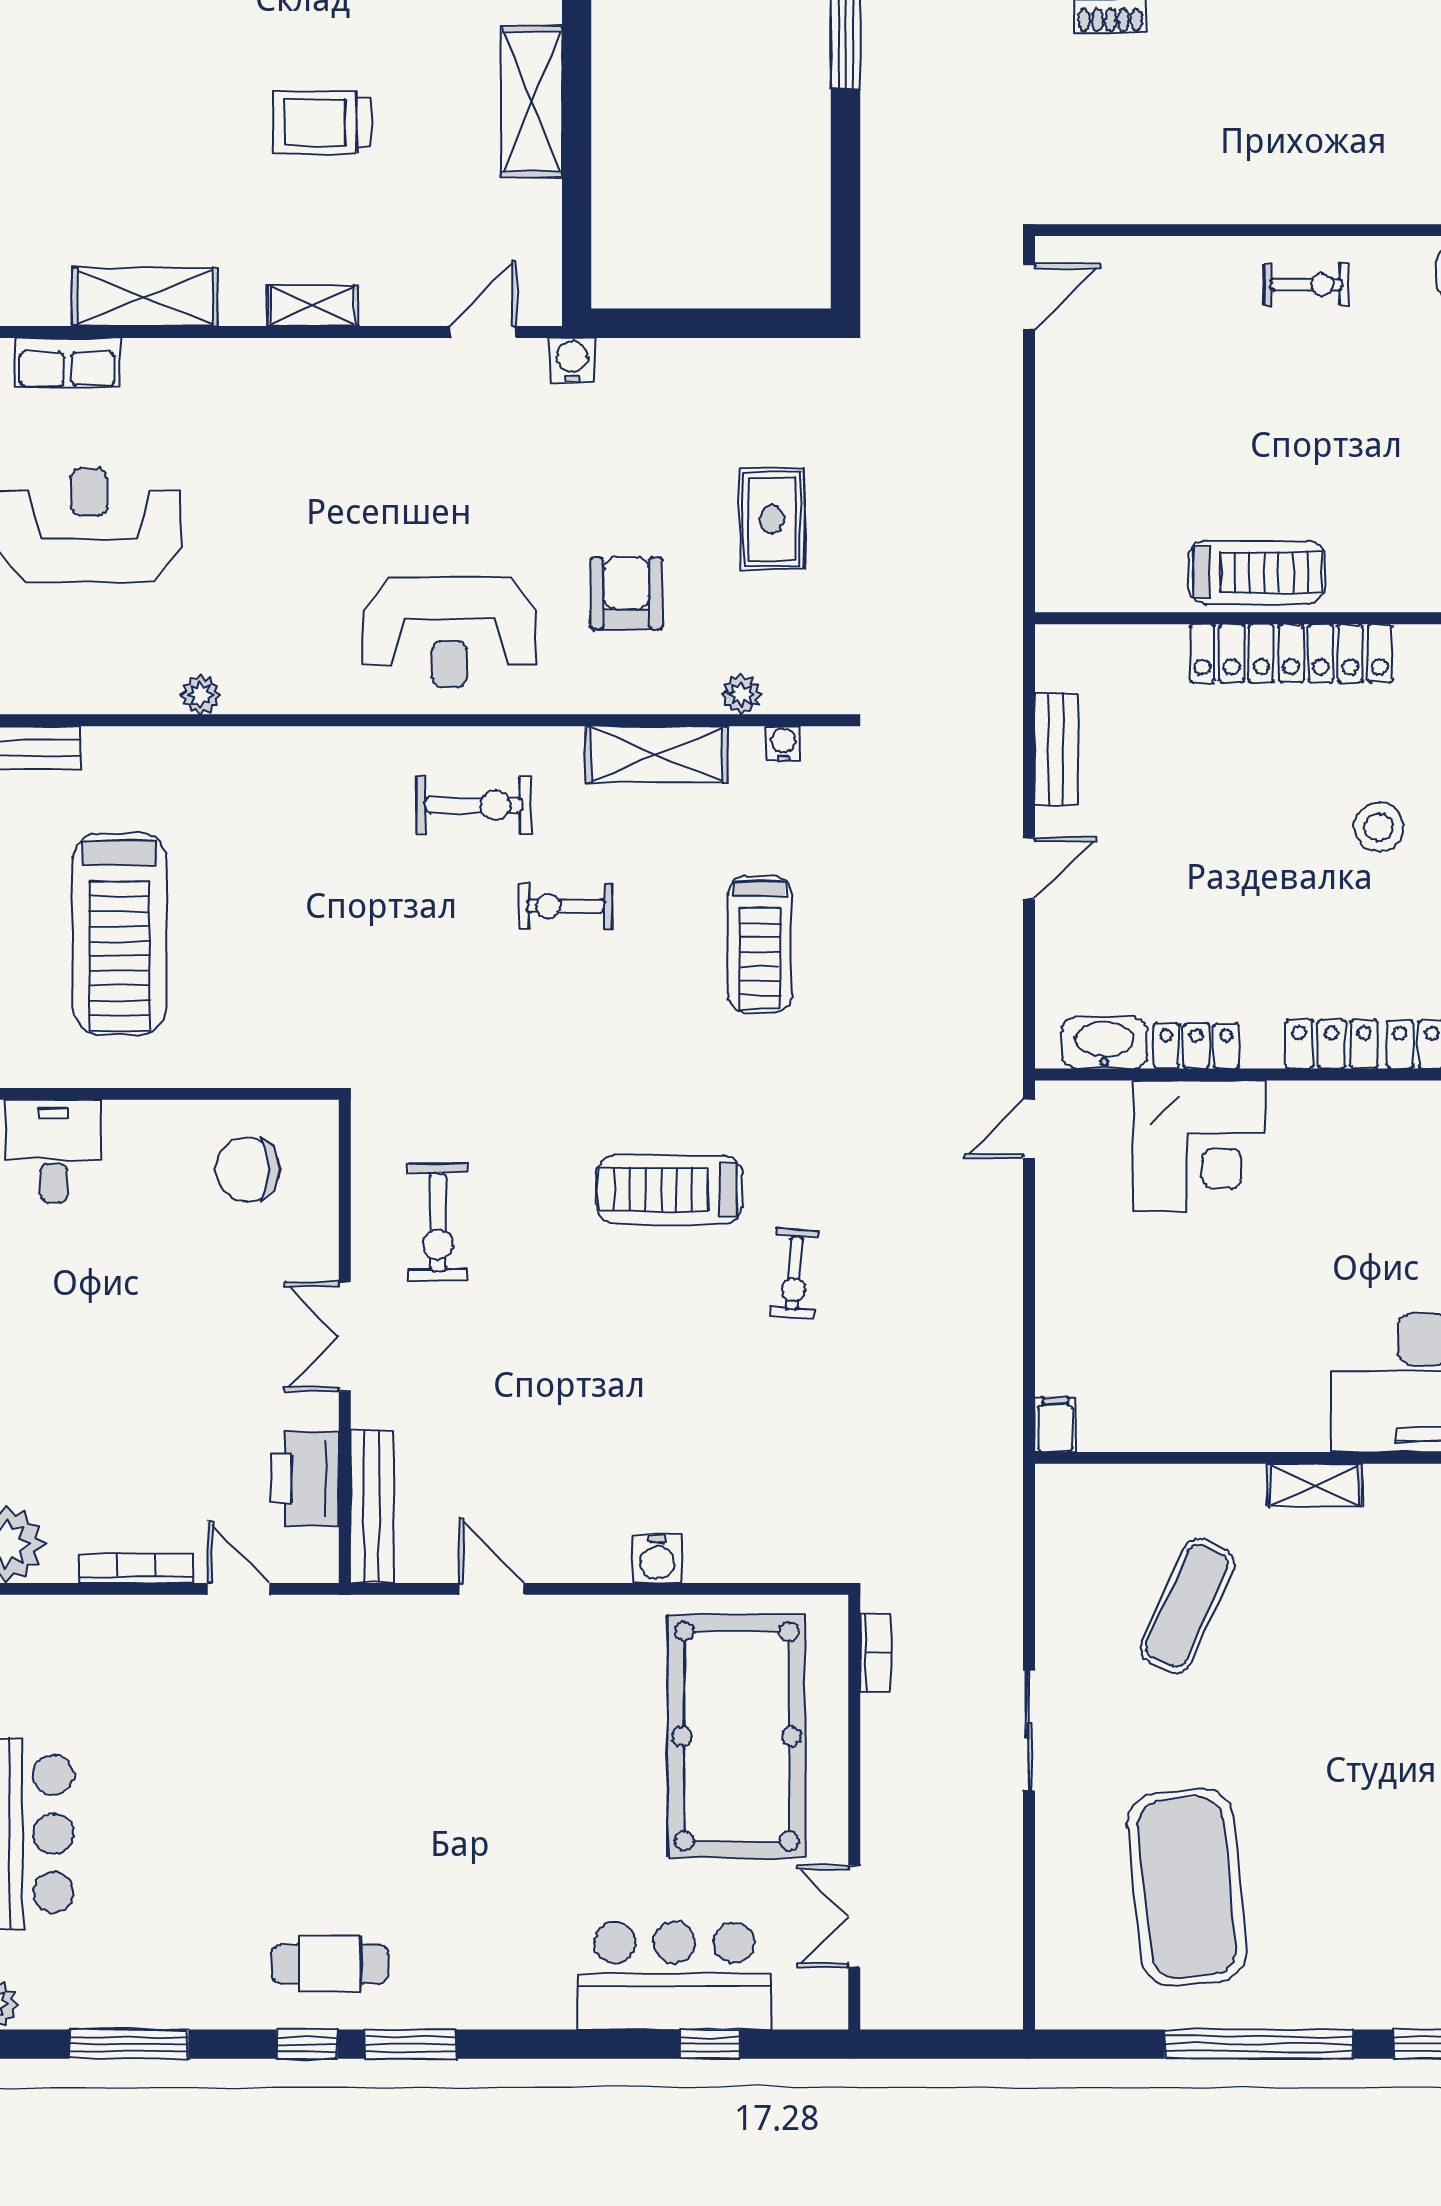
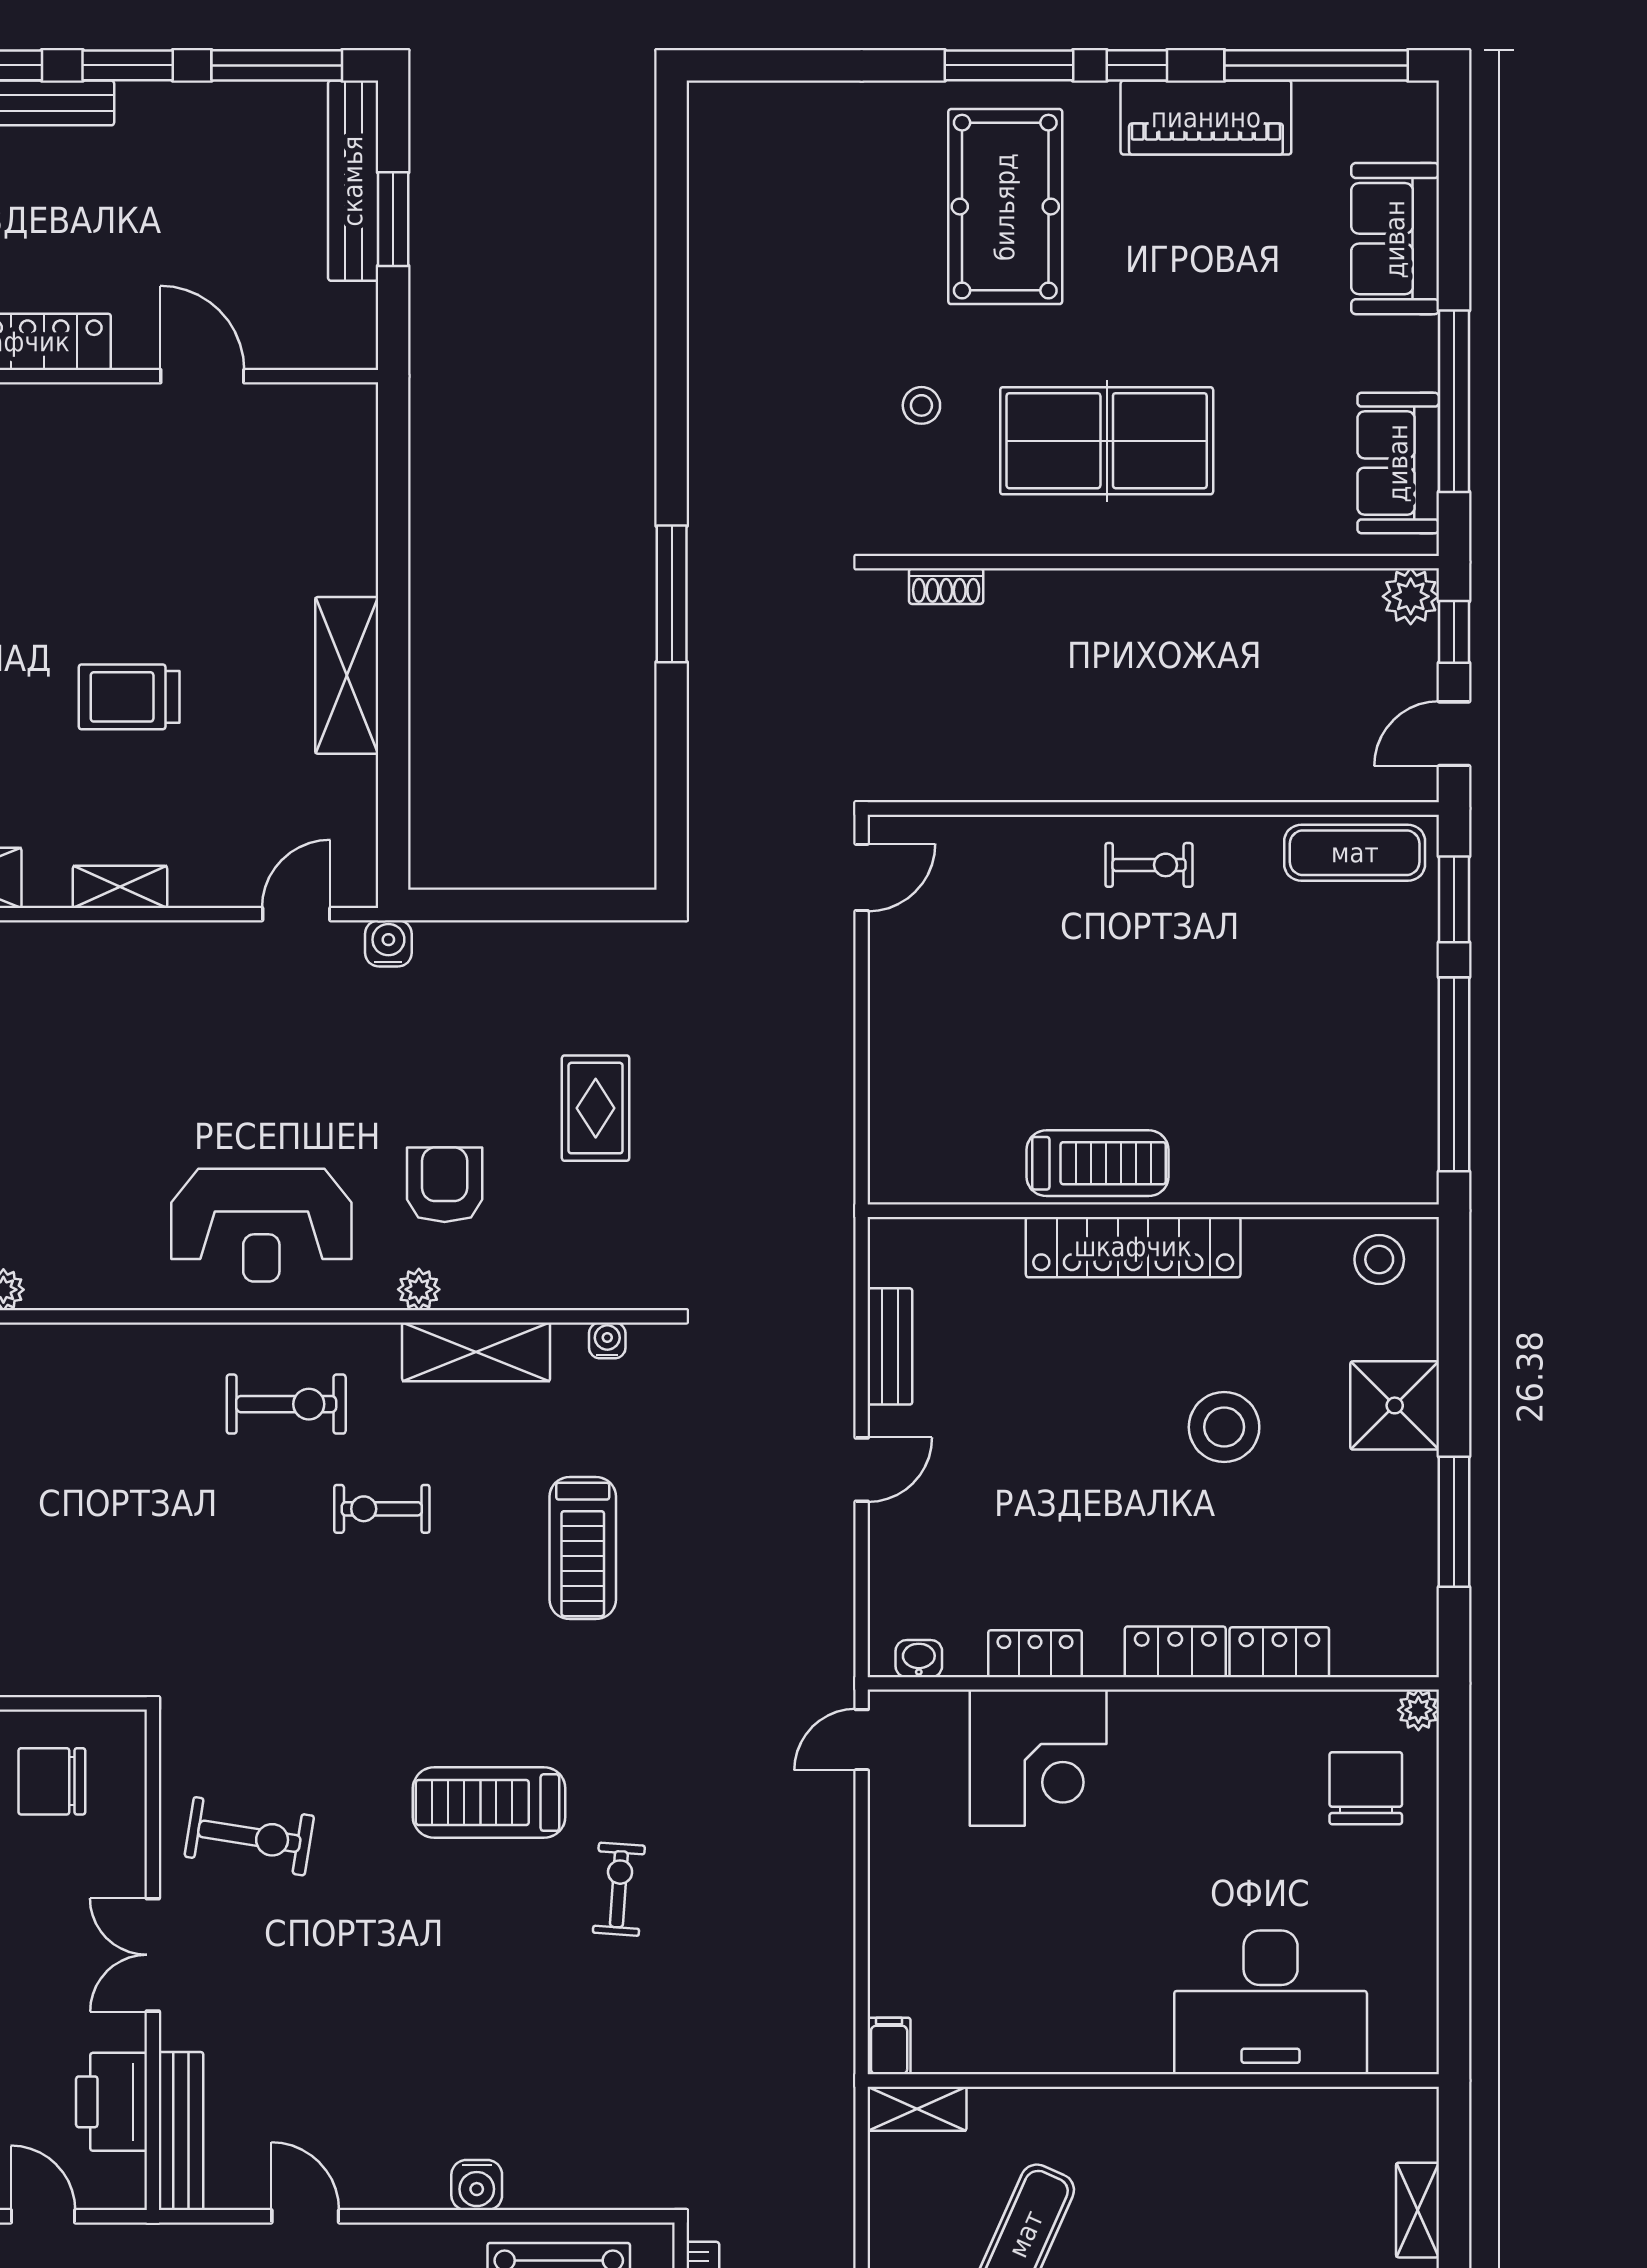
plant: (741, 694) -> (419, 1289), moved
stool: (1379, 827) -> (1224, 1427), width x1.38, depth x1.38
washbasin: (1104, 1043) -> (919, 1659), width x0.52, depth x0.69
exercise bike: (438, 1222) -> (249, 1836), turned -81
exercise bike: (795, 1273) -> (619, 1889), turned 180
shelving: (1315, 1485) -> (917, 2109), moved

